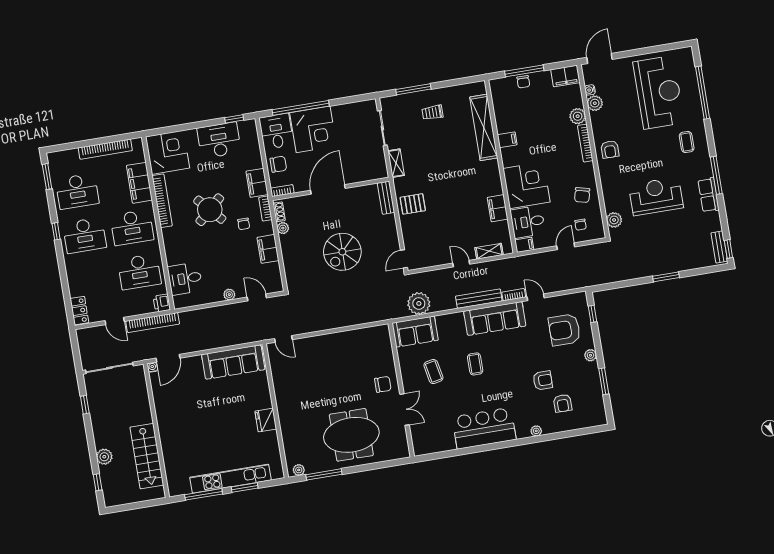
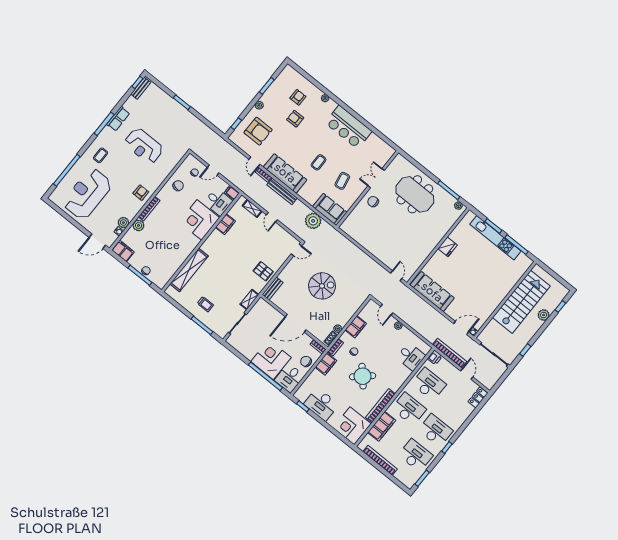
filing cabinet: (507, 140) -> (184, 252), removed
plant: (614, 220) -> (176, 157), removed
stairs: (147, 456) -> (521, 302), width x1.36, depth x1.51

